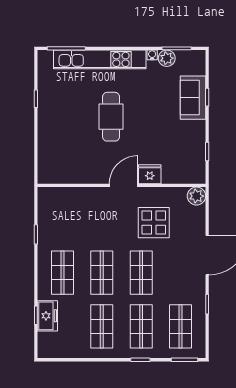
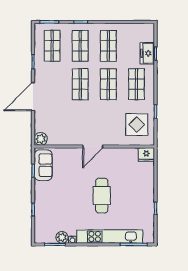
sofa: (193, 98) -> (43, 165), moved
fridge: (150, 174) -> (146, 155), moved
display table: (154, 223) -> (137, 125), moved

